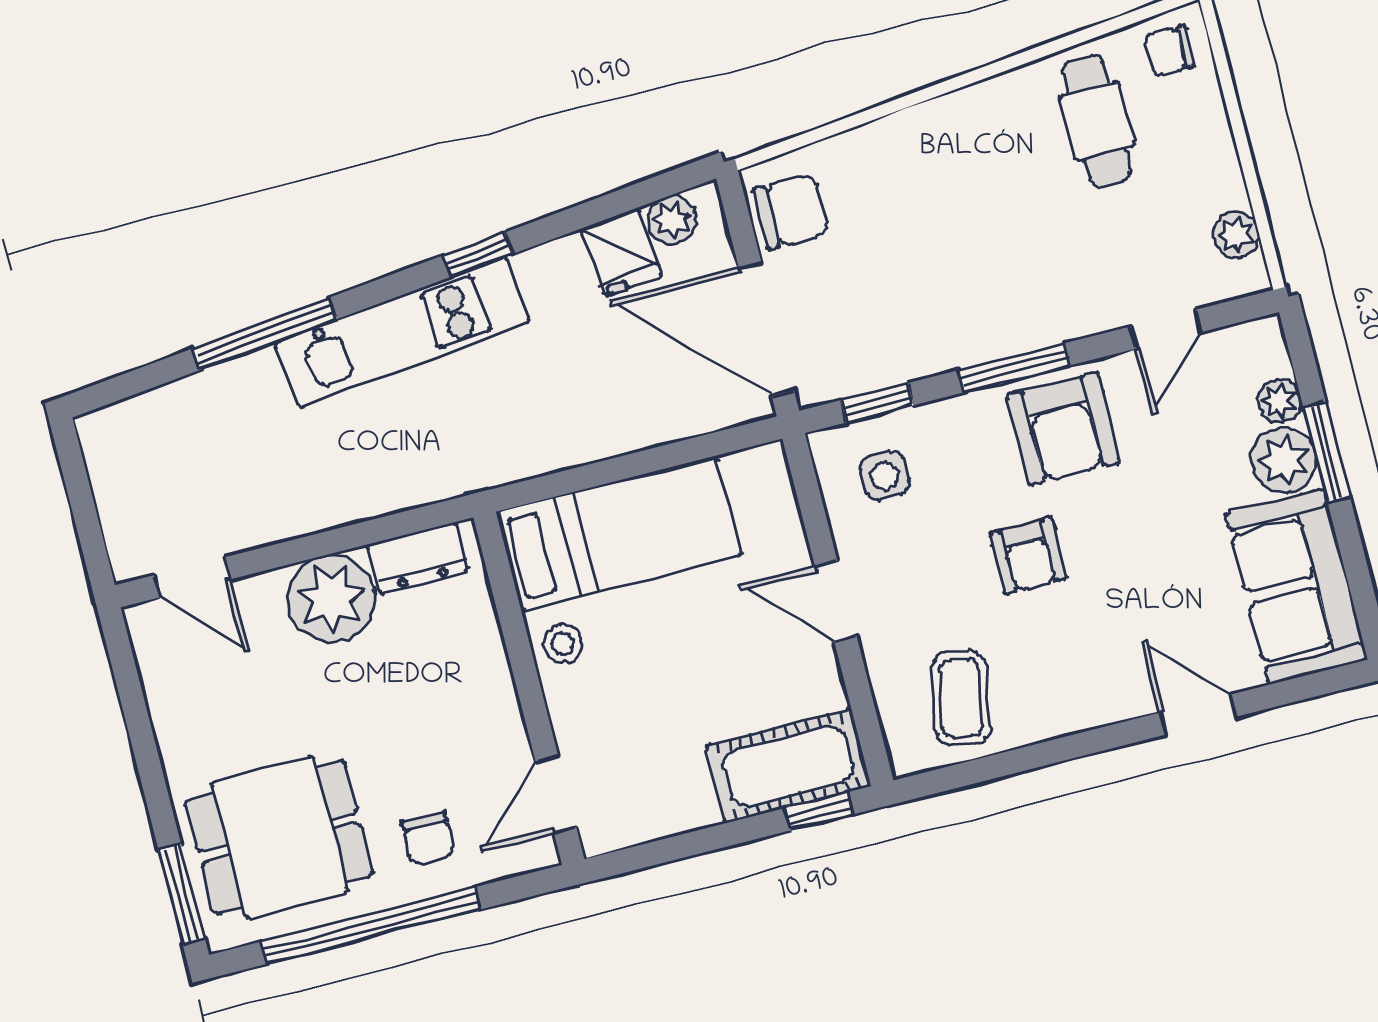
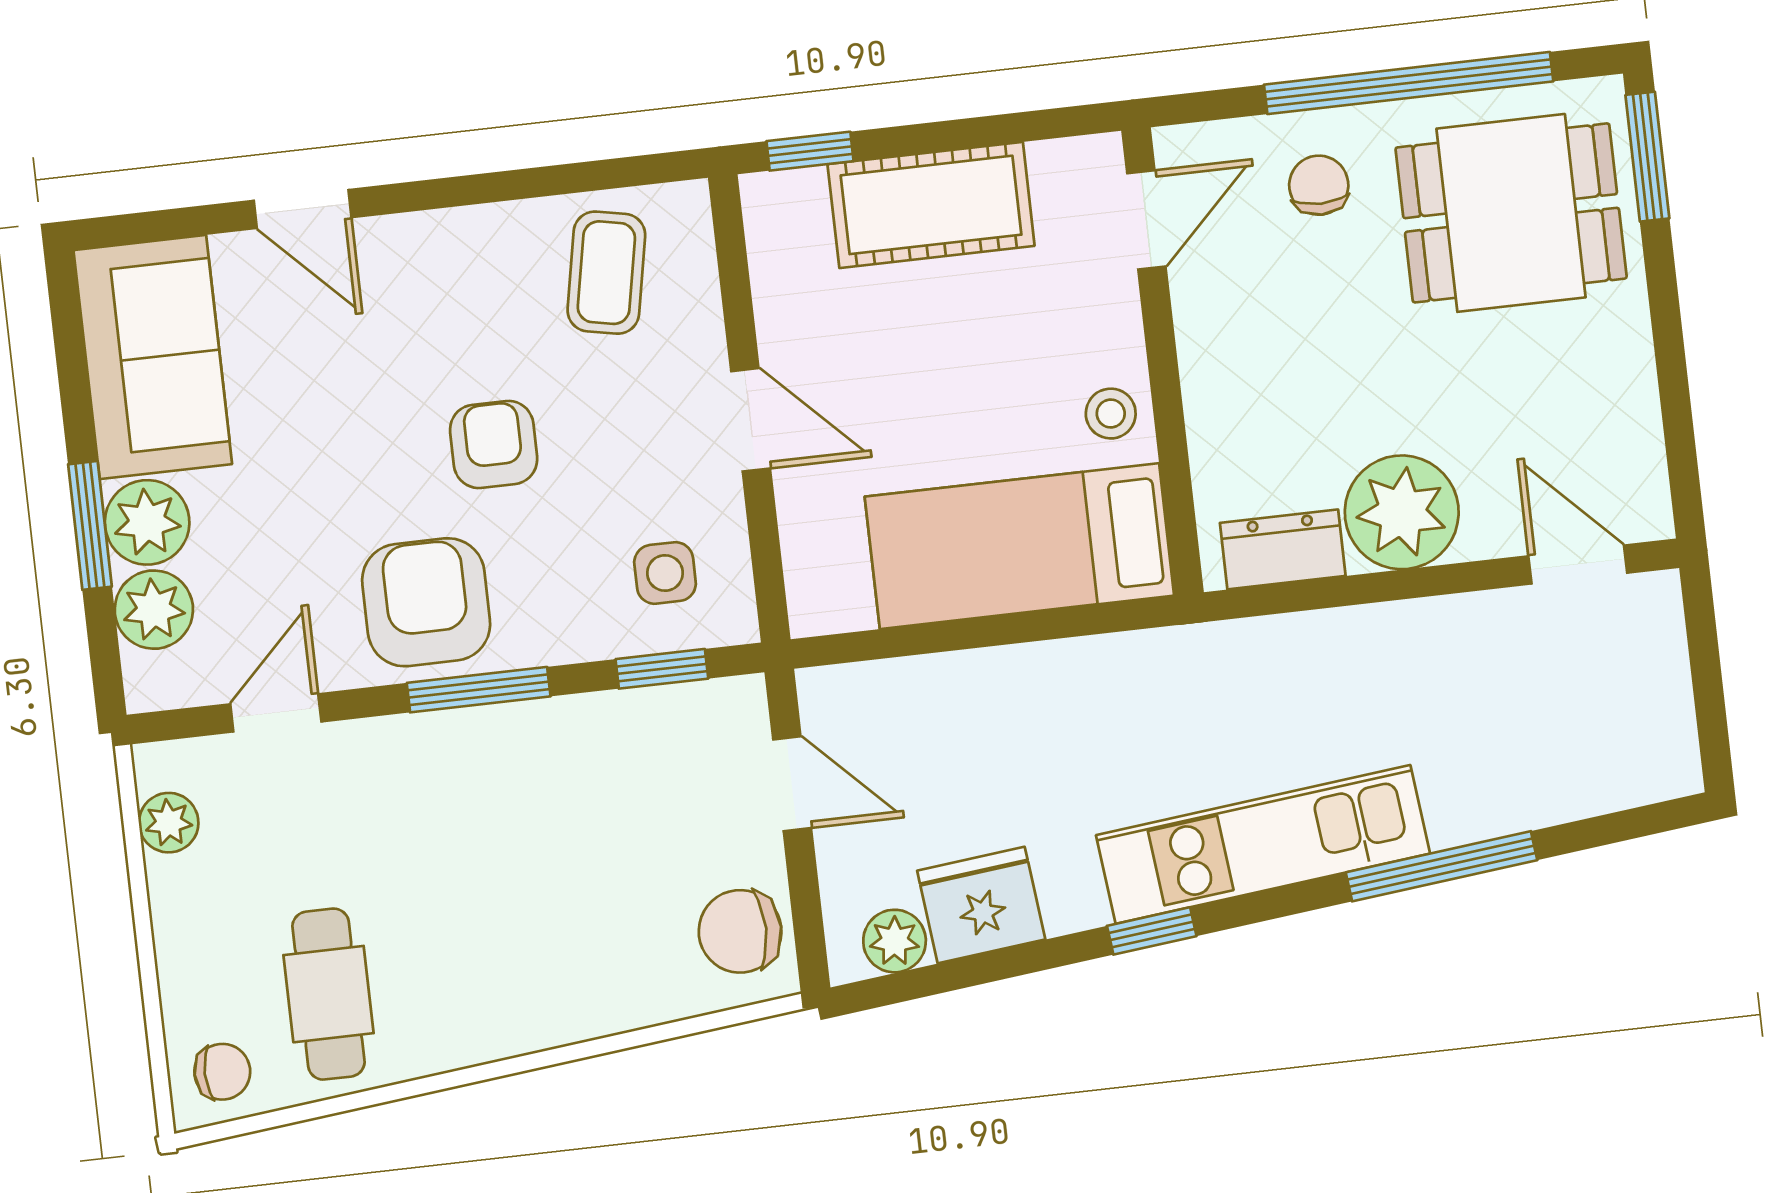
fridge: (621, 252) -> (981, 905), width x1.38
door: (766, 329) -> (792, 784), width x0.53
plant: (1279, 401) -> (154, 610), width x1.38, depth x1.38
cot: (788, 766) -> (931, 205), moved

